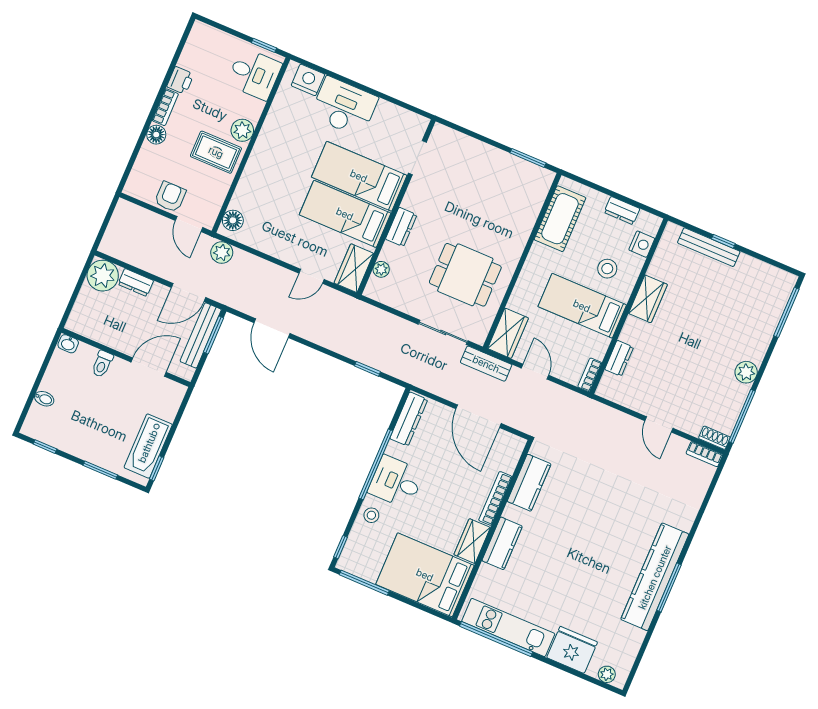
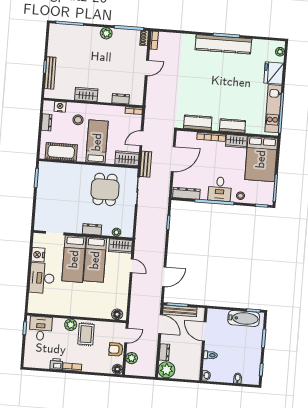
nightstand: (308, 80) -> (38, 255), moved
floor lamp: (156, 135) -> (117, 369), moved
plant: (222, 253) -> (132, 358), moved
bed: (582, 306) -> (97, 142), moved, turned 180

